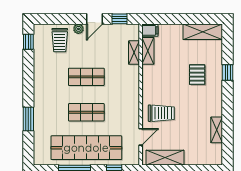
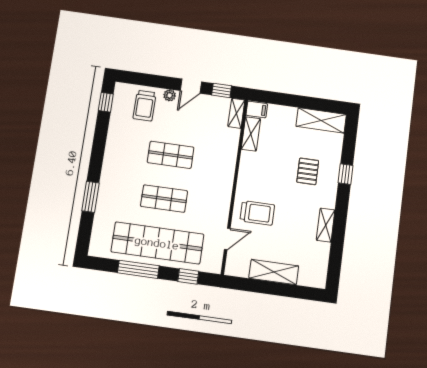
shelving: (134, 53) -> (236, 113), moved
shelving: (217, 130) -> (326, 225), moved
shelving: (165, 158) -> (274, 272), moved

